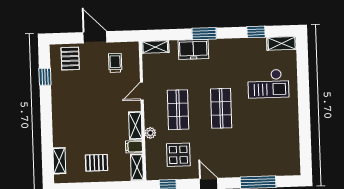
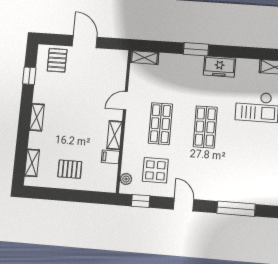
window: (256, 32) -> (250, 53), removed
freezer: (193, 49) -> (219, 66), moved
trolley: (115, 63) -> (102, 69), removed
plant: (150, 133) -> (126, 179), moved
shelving: (137, 167) -> (37, 117), moved

